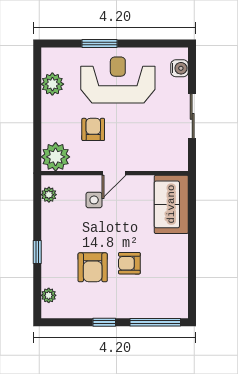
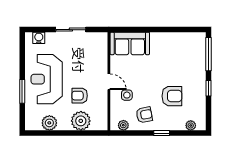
plant: (56, 157) -> (81, 121), moved
armchair: (129, 263) -> (144, 115), moved, turned -101

